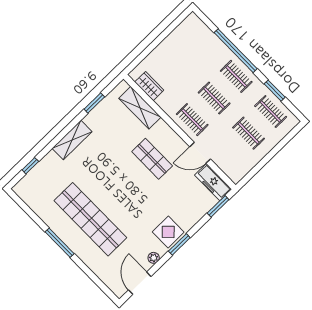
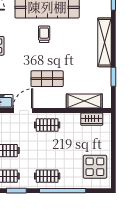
display table: (188, 43) -> (95, 167), added
clothes rail: (214, 98) -> (47, 151), removed
shelving: (72, 140) -> (104, 42), width x1.47
trolley: (116, 199) -> (44, 34), added

